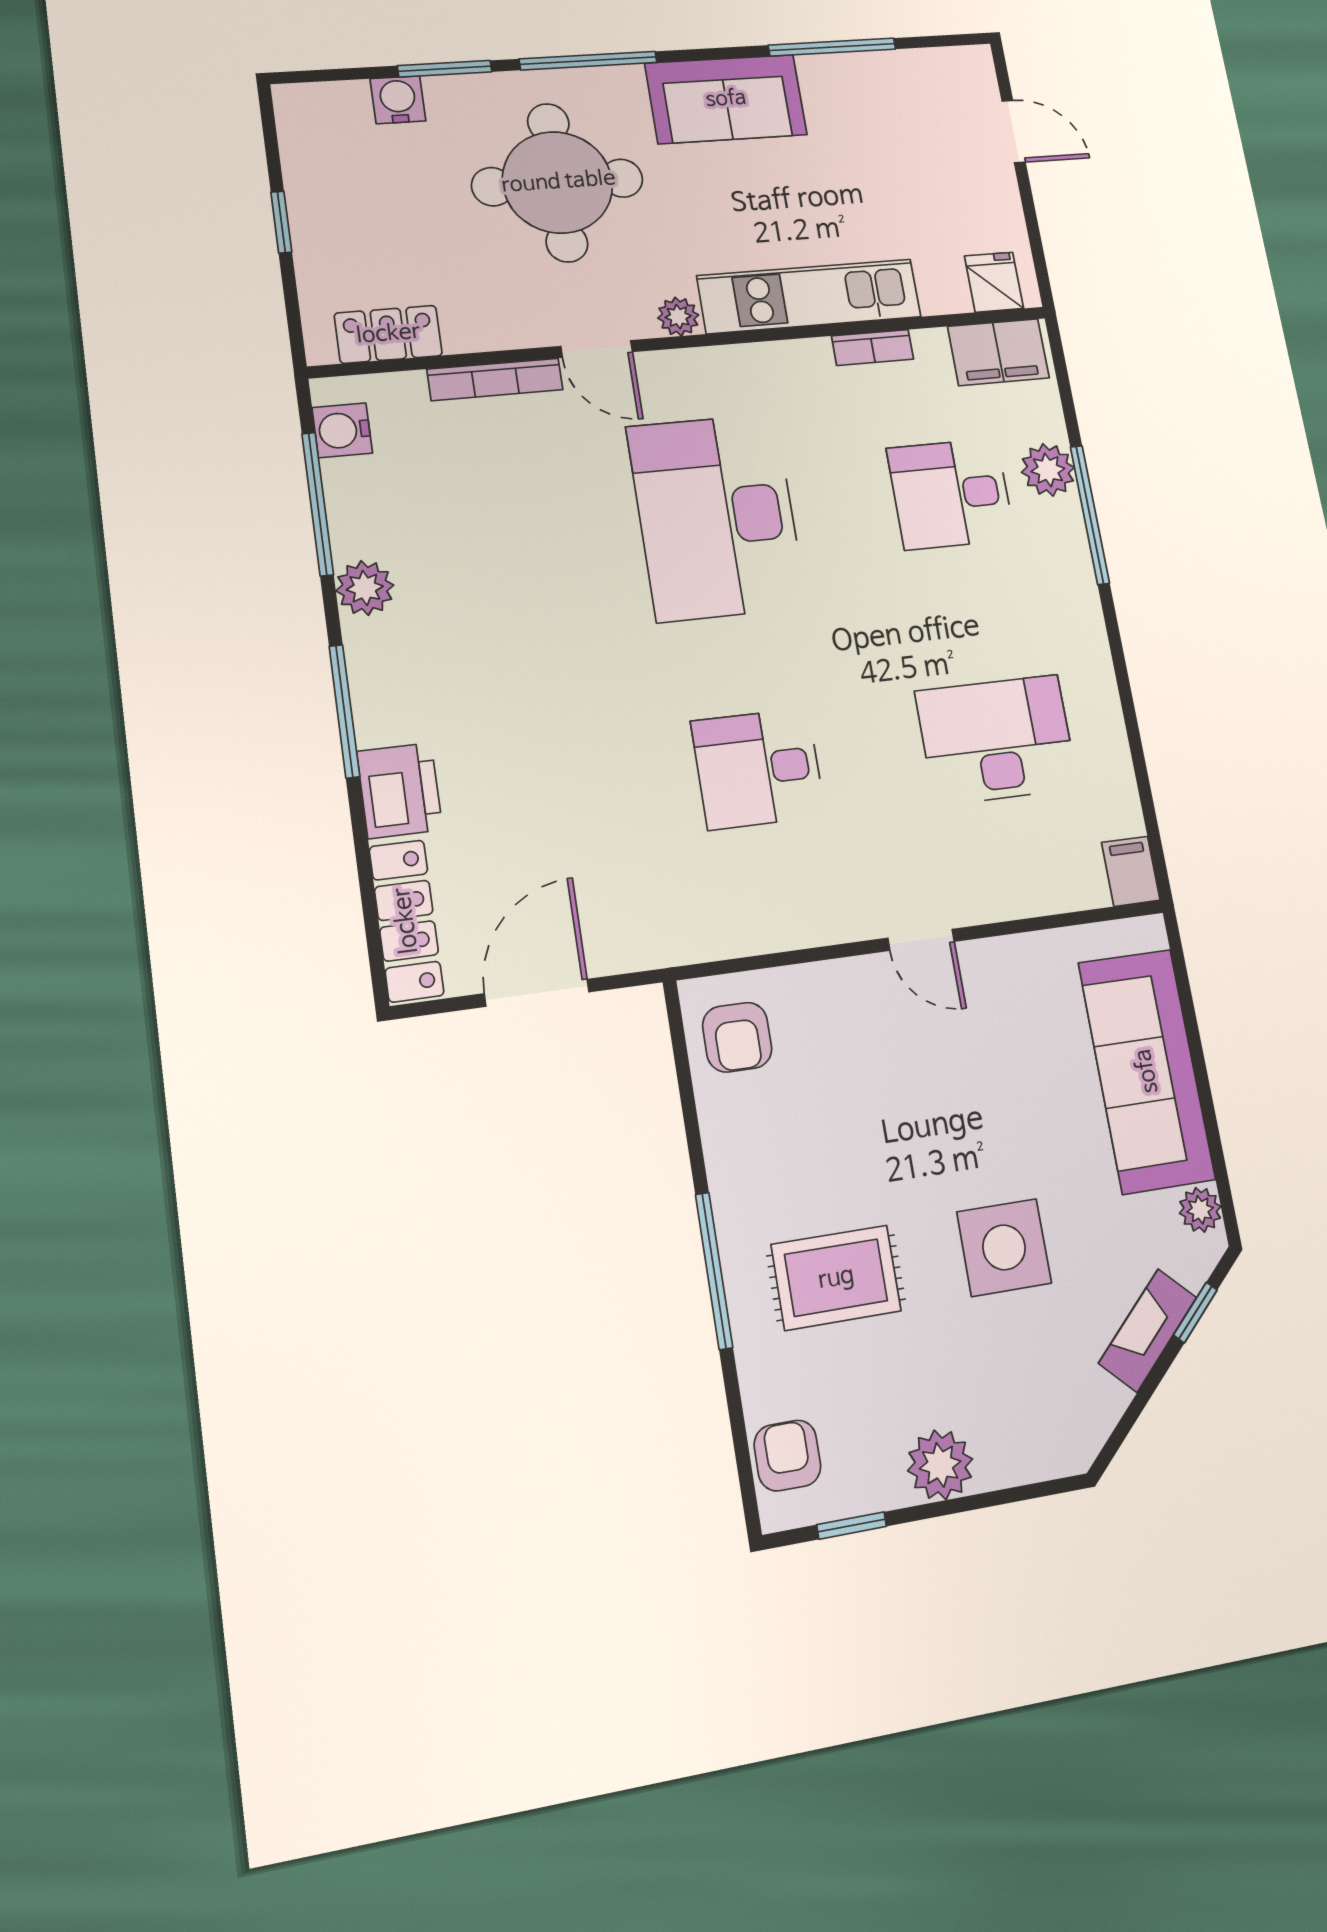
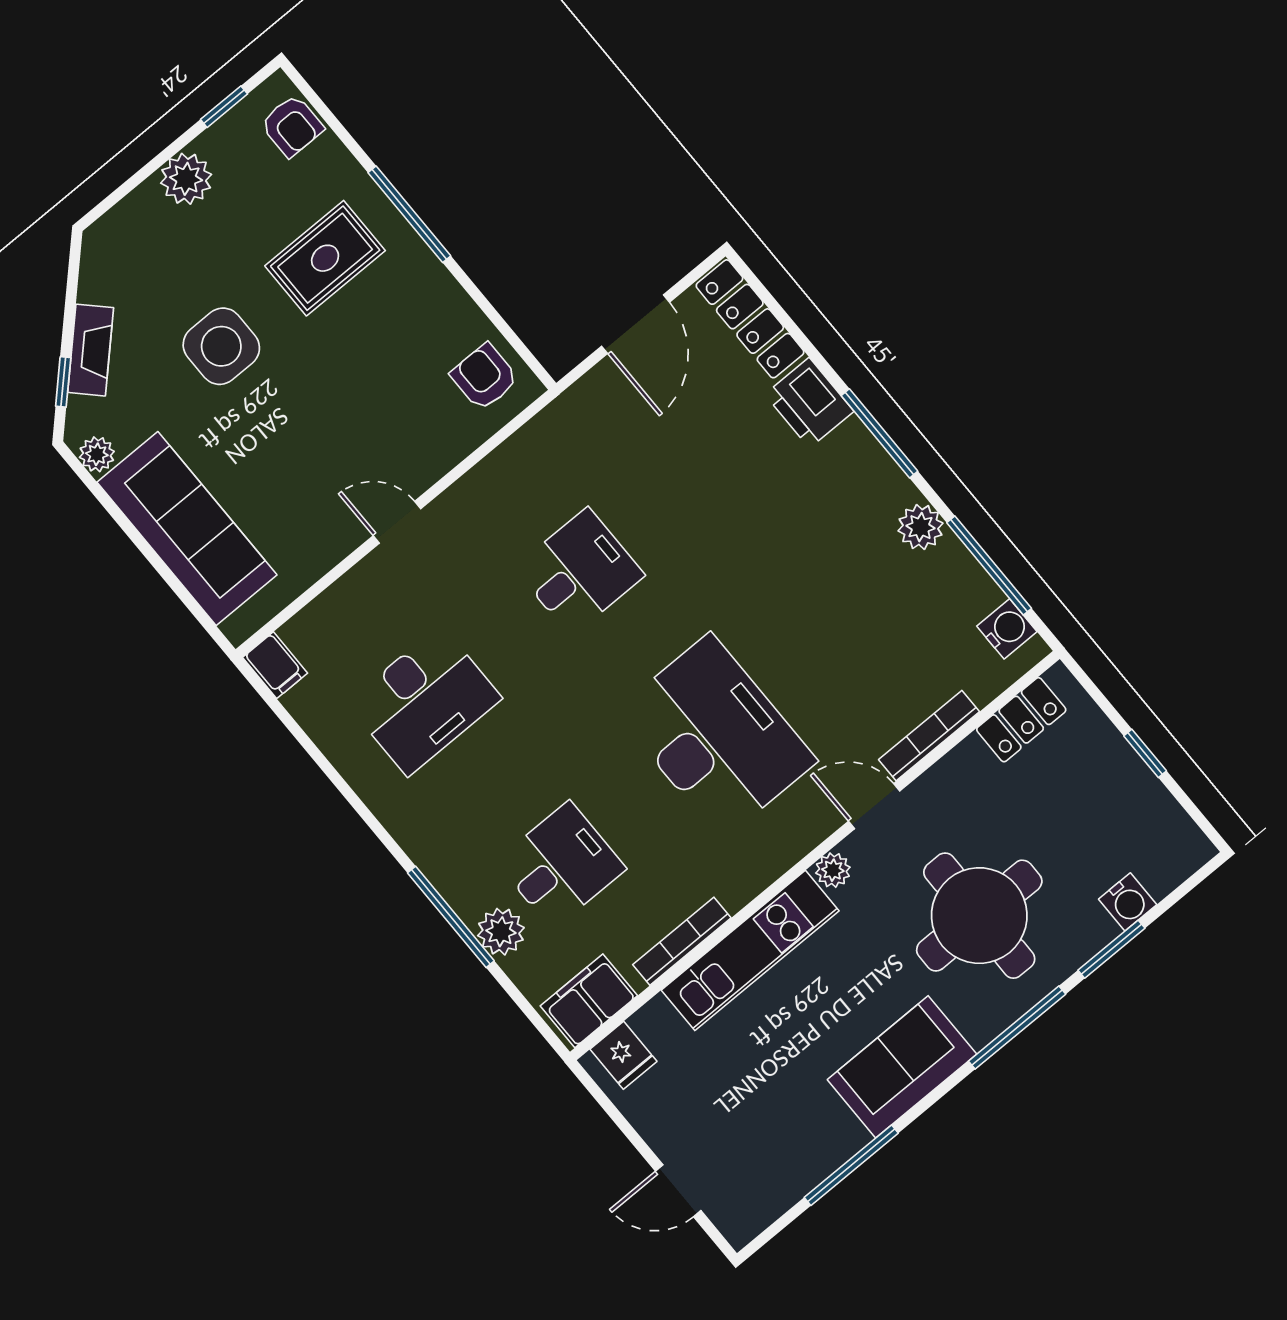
bookcase: (873, 348) -> (682, 941), width x1.56

